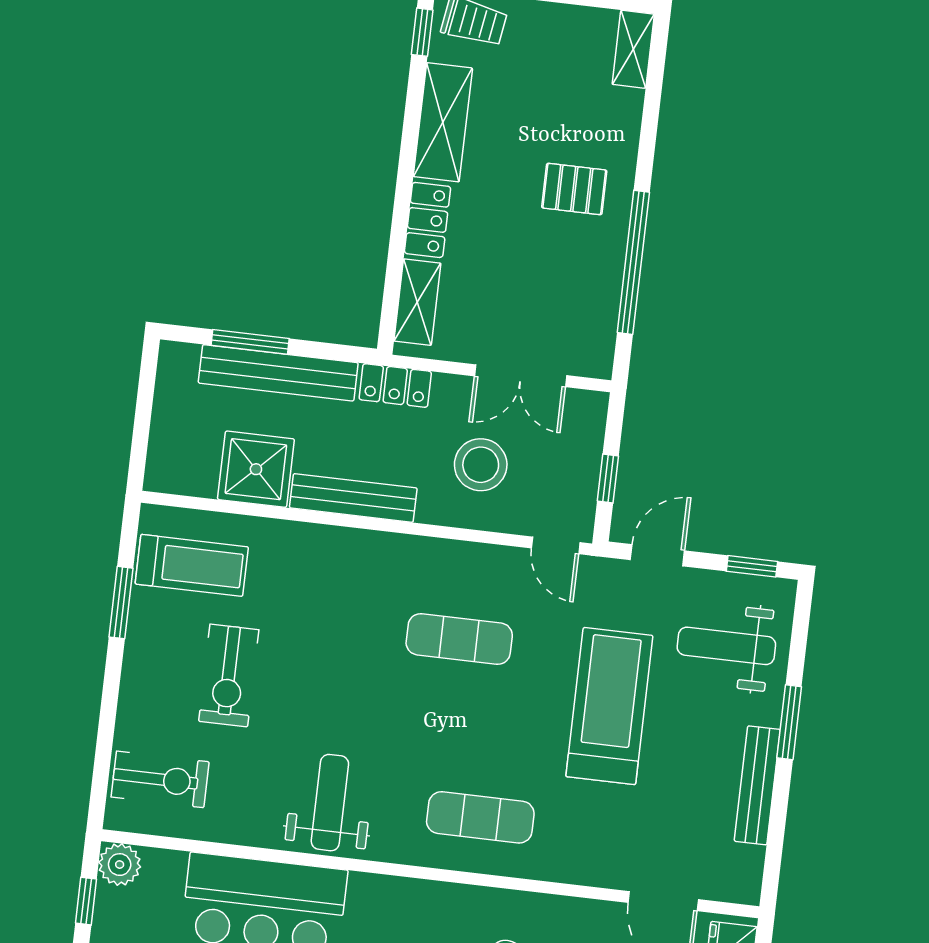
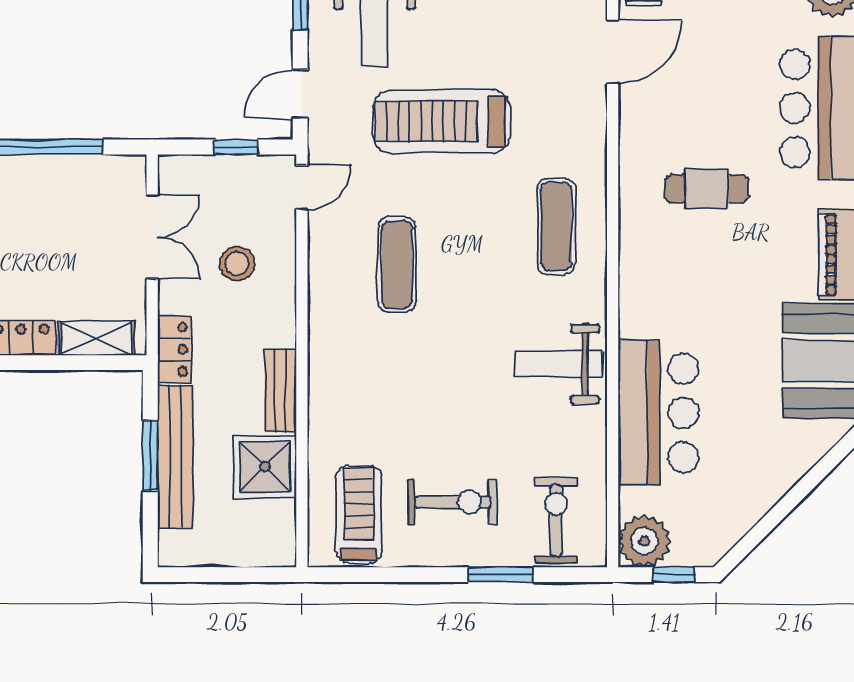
window: (250, 342) -> (150, 455), moved
stool: (481, 465) -> (237, 264), width x0.73, depth x0.73
bench: (353, 498) -> (281, 391), width x0.73
door: (657, 555) -> (300, 94), hinge flipped
window: (121, 603) -> (501, 575), moved
exercise bike: (229, 675) -> (453, 502), moved
plant: (120, 865) -> (644, 541), width x1.36, depth x1.36

